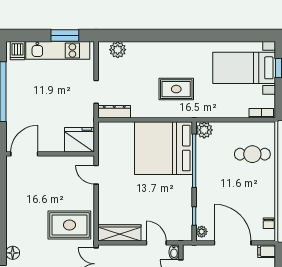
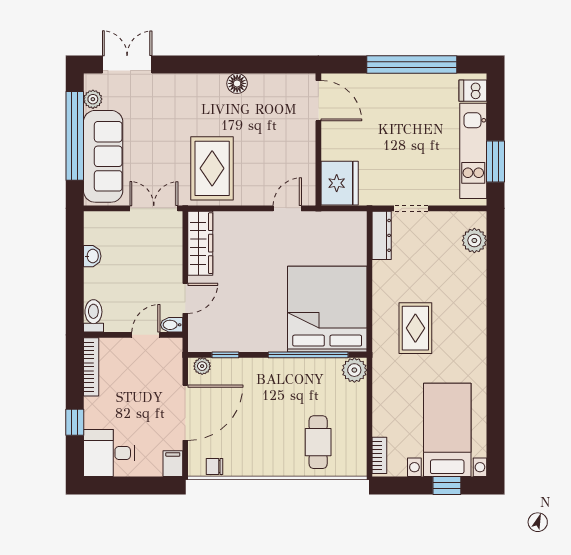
floor lamp: (13, 253) -> (237, 83), moved

